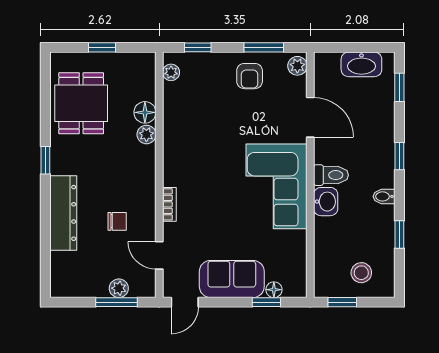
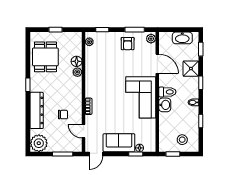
shower: (379, 127) -> (191, 69), added
plant: (119, 288) -> (39, 143), moved, width x1.88, depth x1.88

